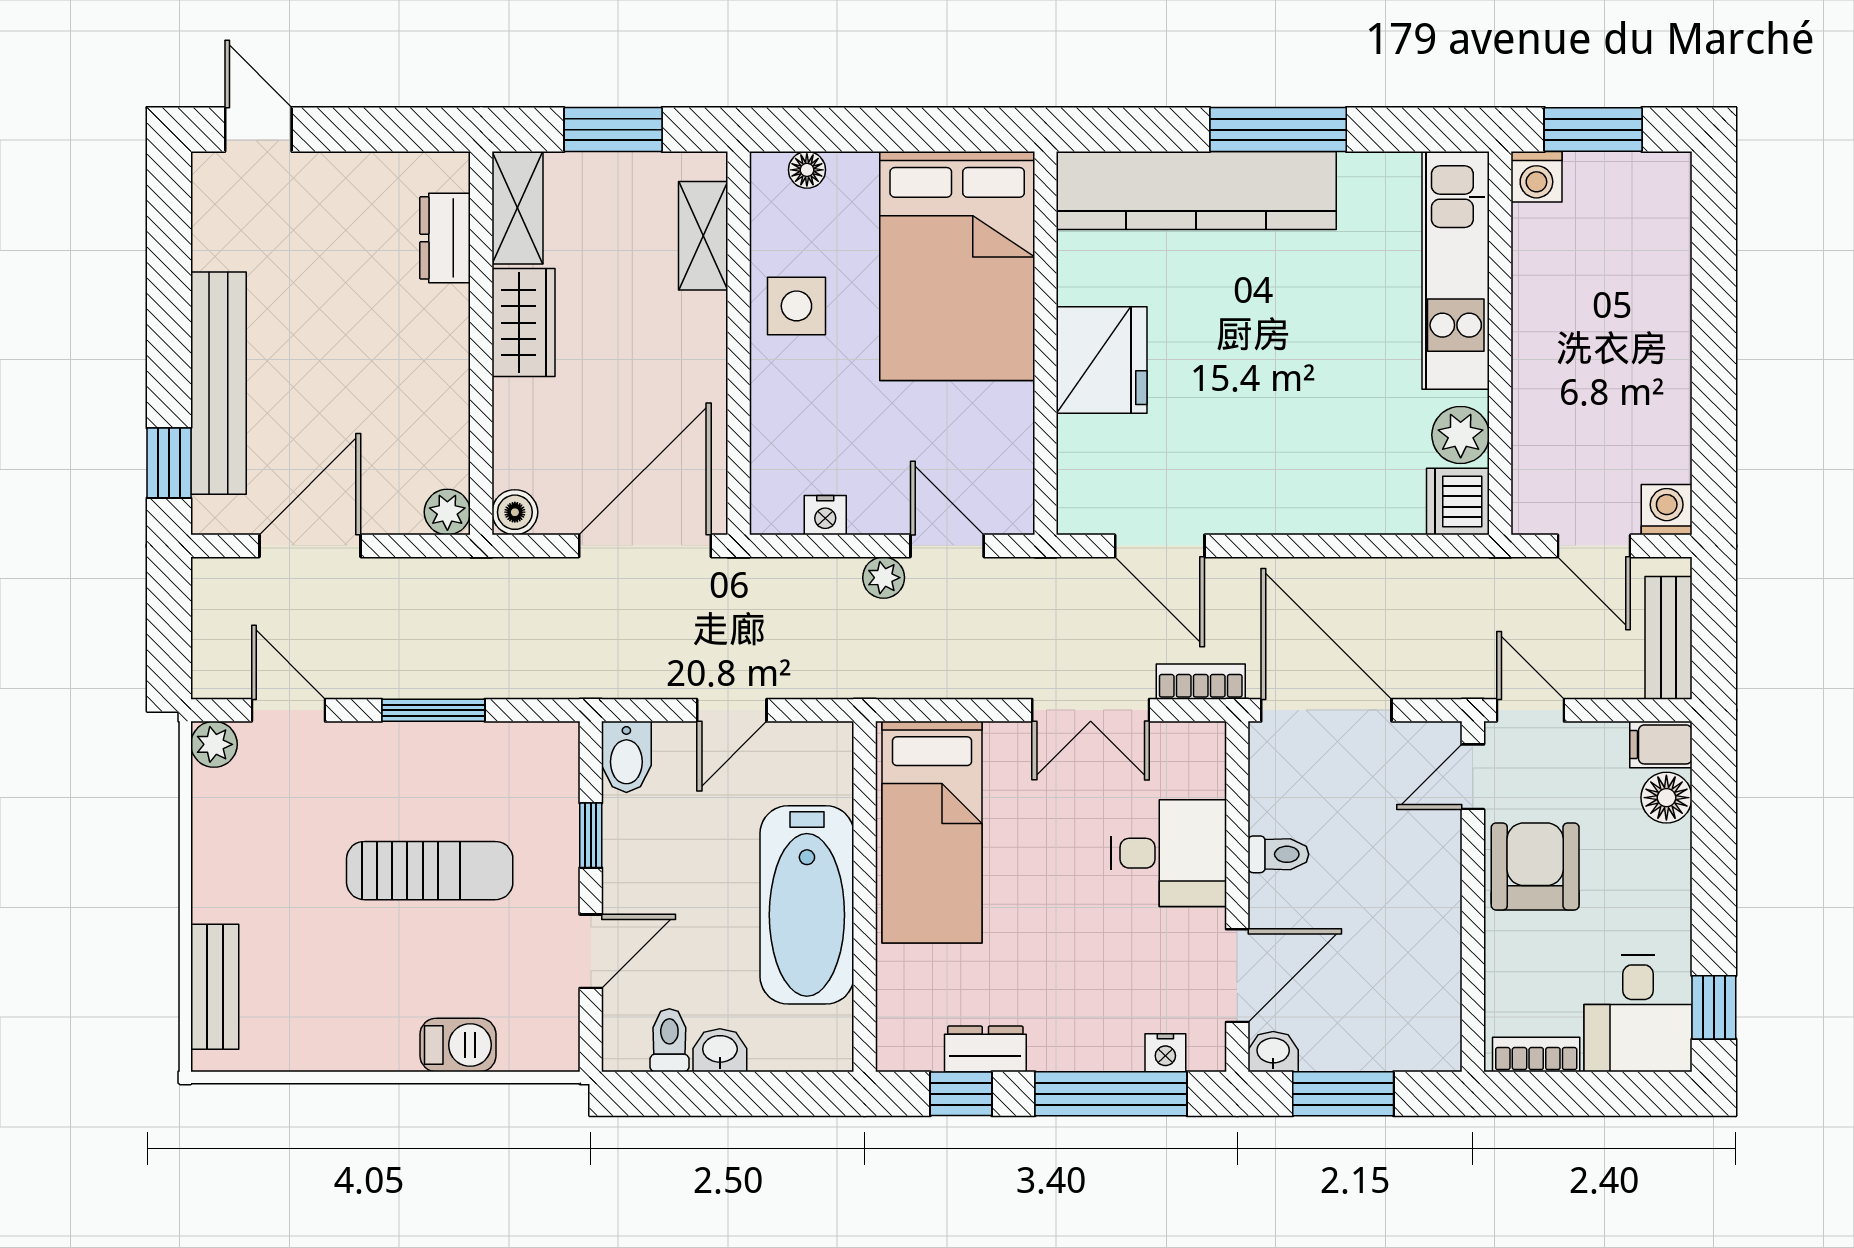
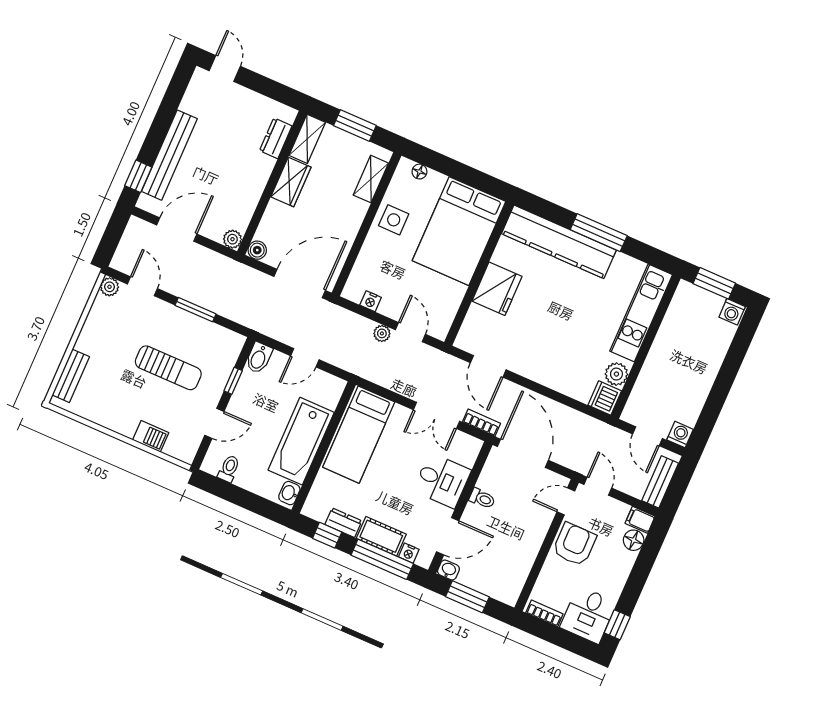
washing machine: (1536, 177) -> (732, 312), moved
cot: (1086, 1042) -> (381, 536), added
washbasin: (720, 1050) -> (289, 493), moved, turned -90

